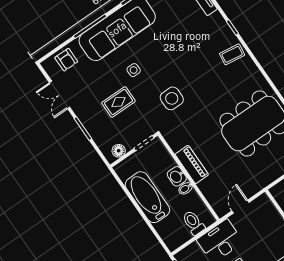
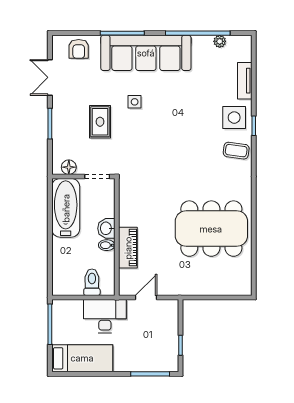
side table: (172, 98) -> (234, 118), moved
rug: (118, 102) -> (100, 122), turned 90
piano: (192, 164) -> (128, 248), moved
bathtub: (147, 197) -> (66, 208), moved

